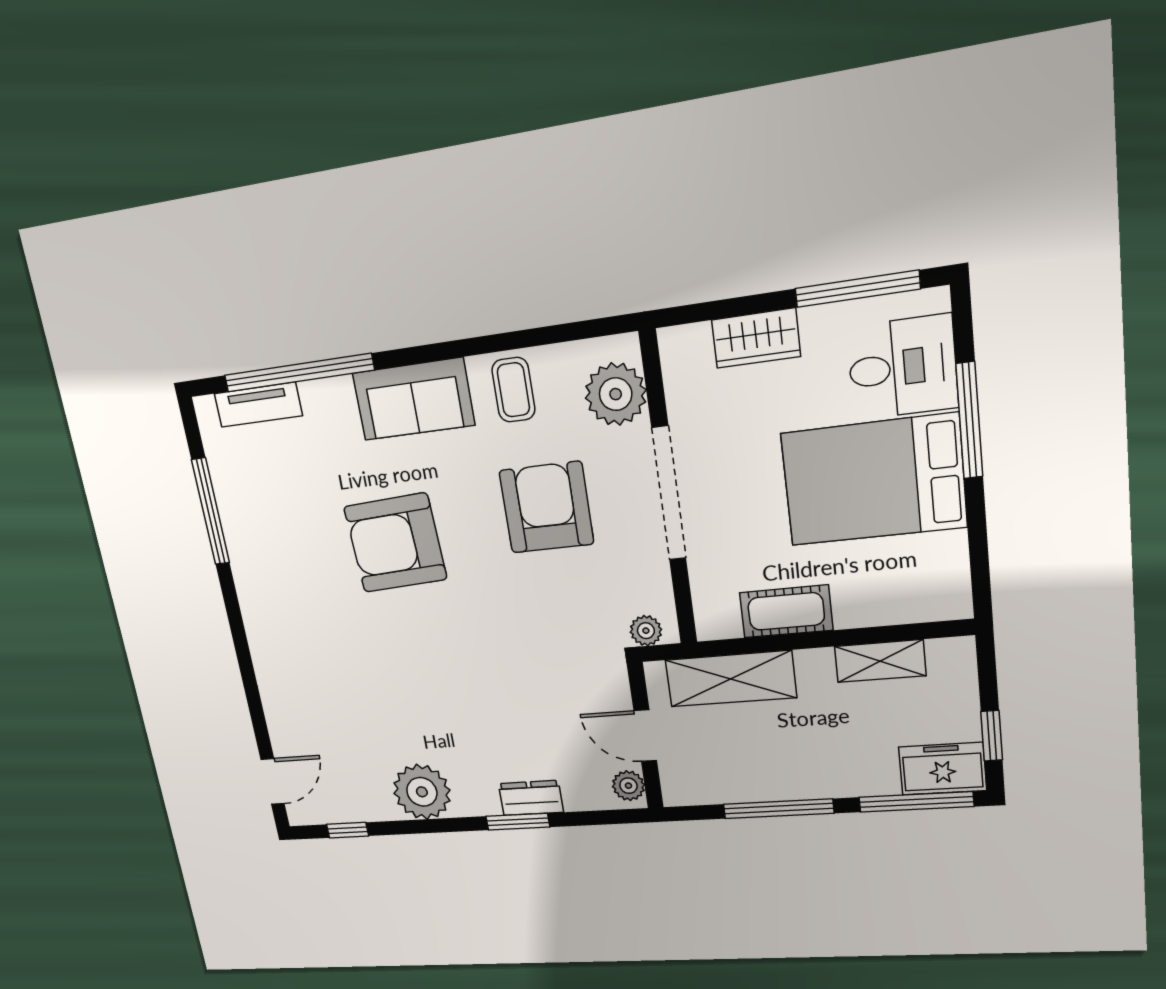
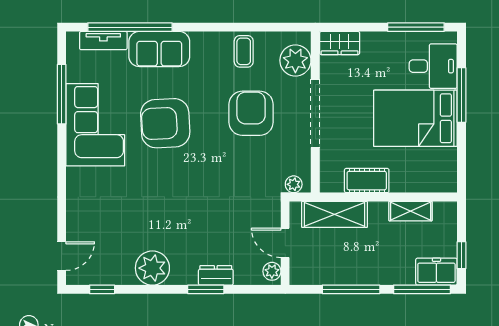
wardrobe: (756, 338) -> (340, 43), moved
sofa: (413, 399) -> (159, 49), moved
corner sofa: (278, 559) -> (95, 125), added

